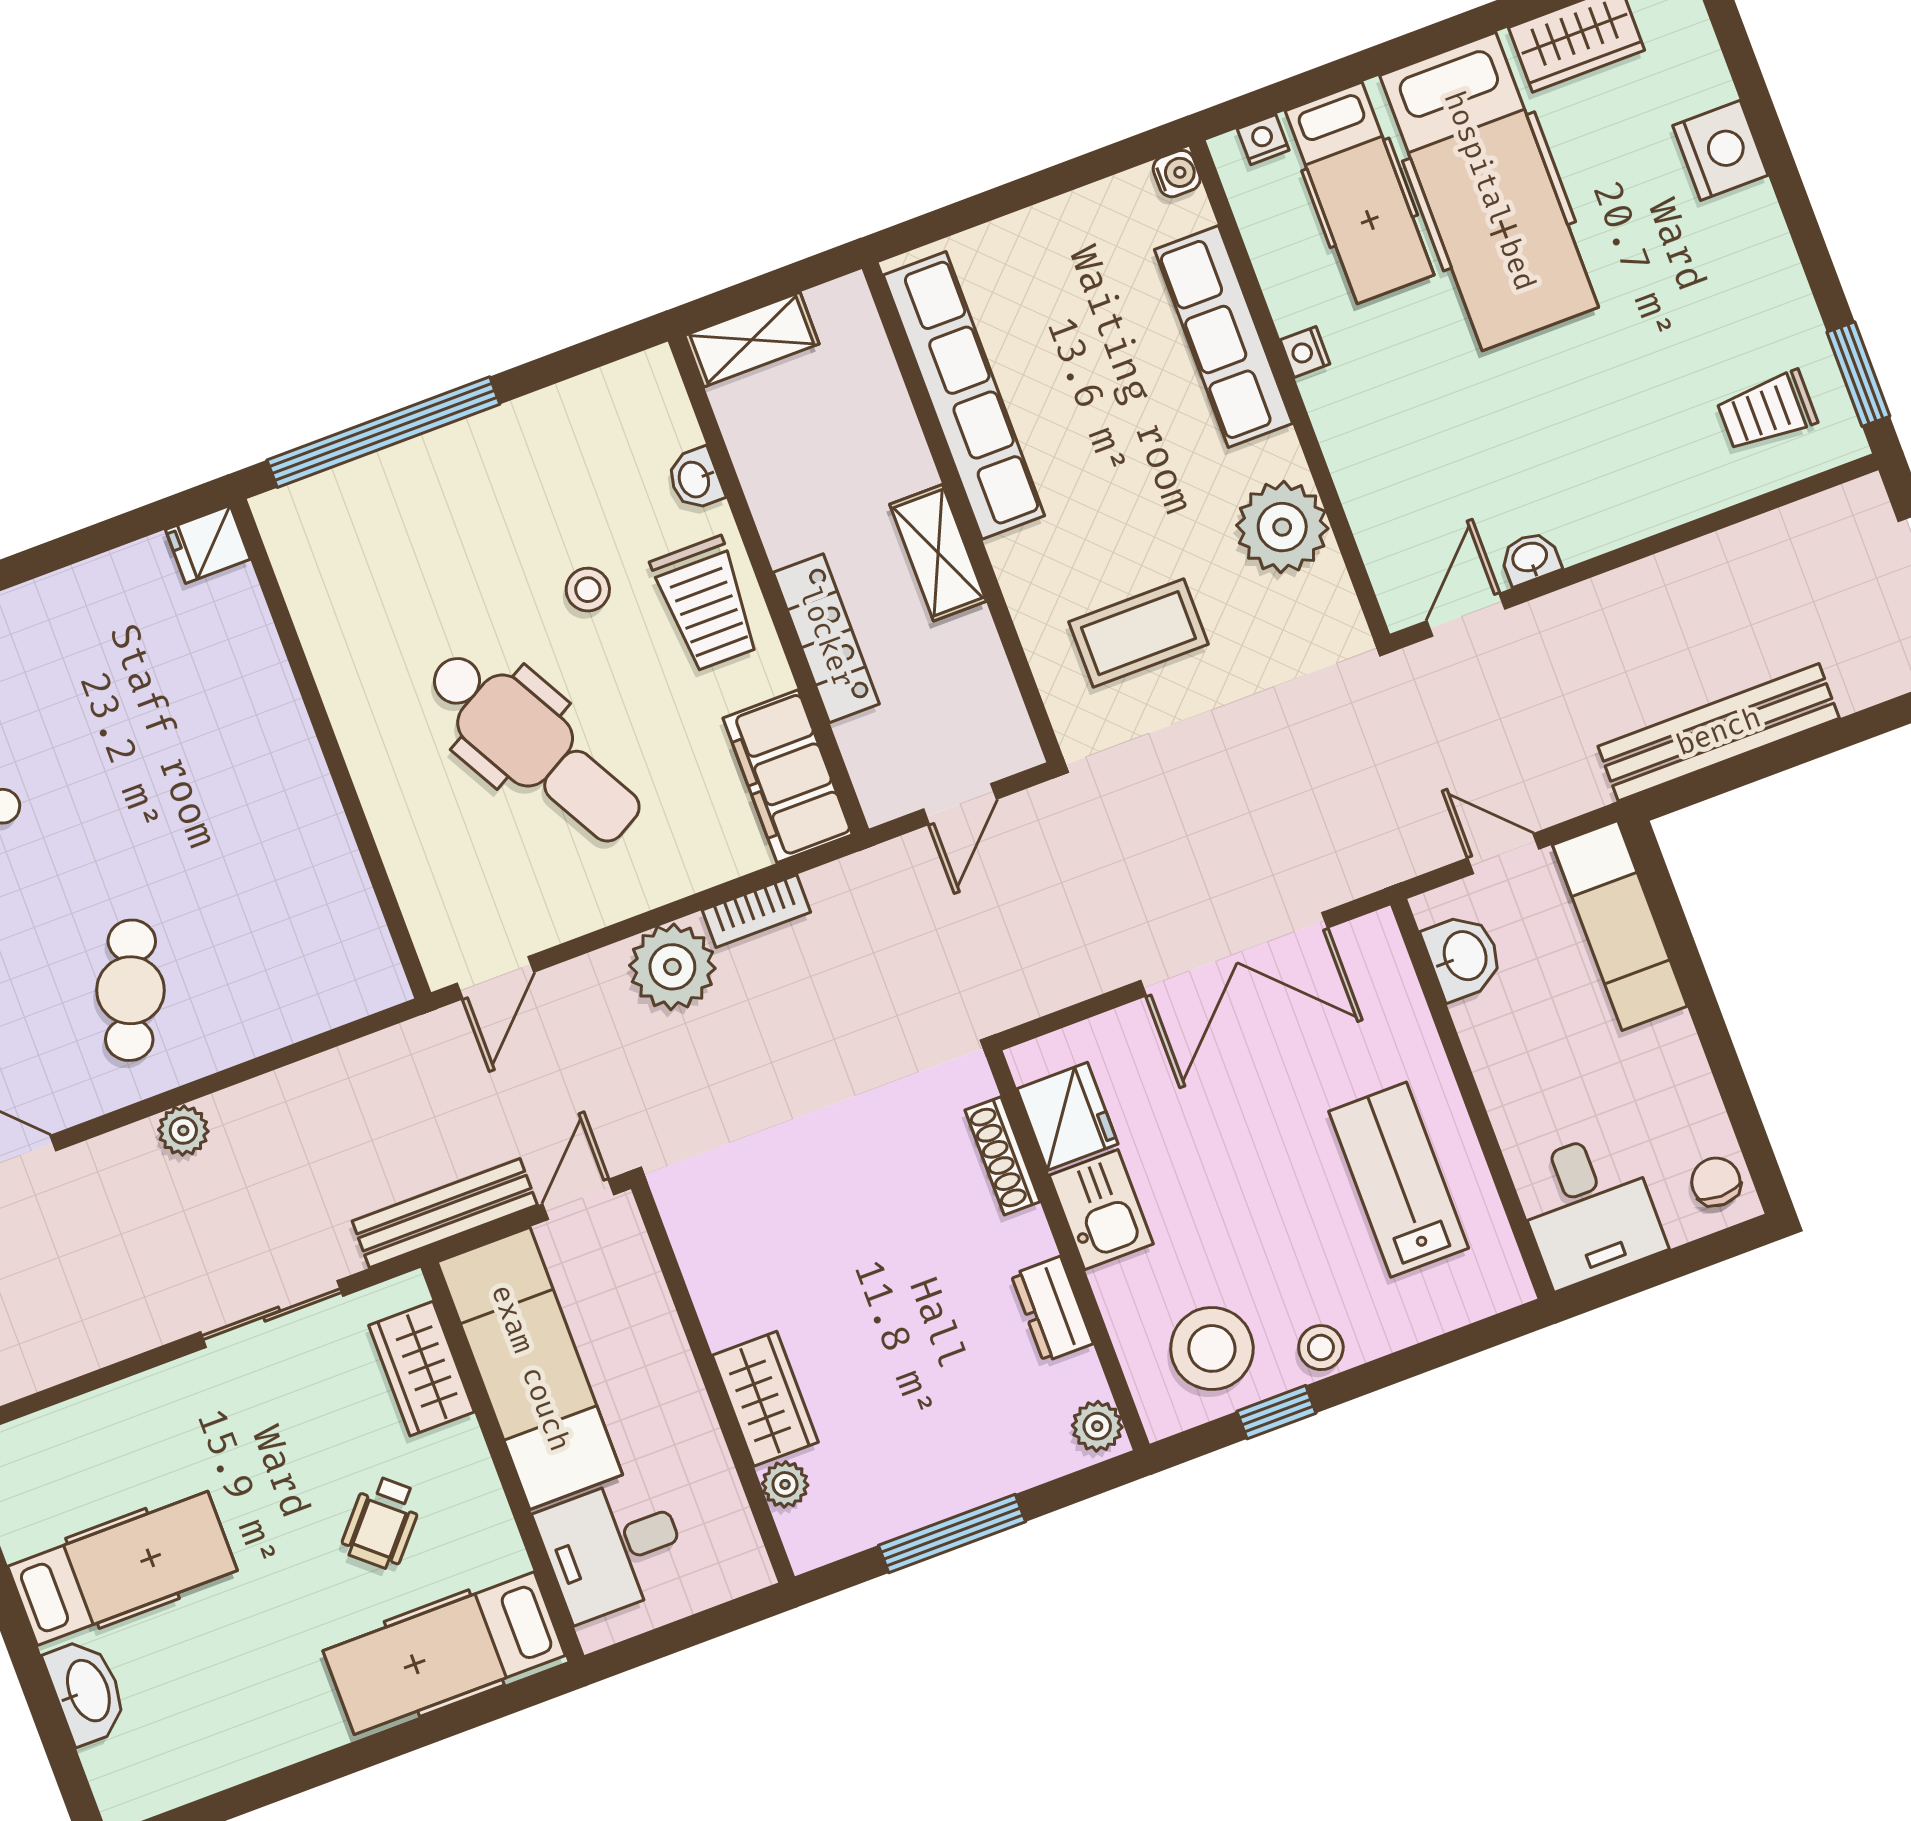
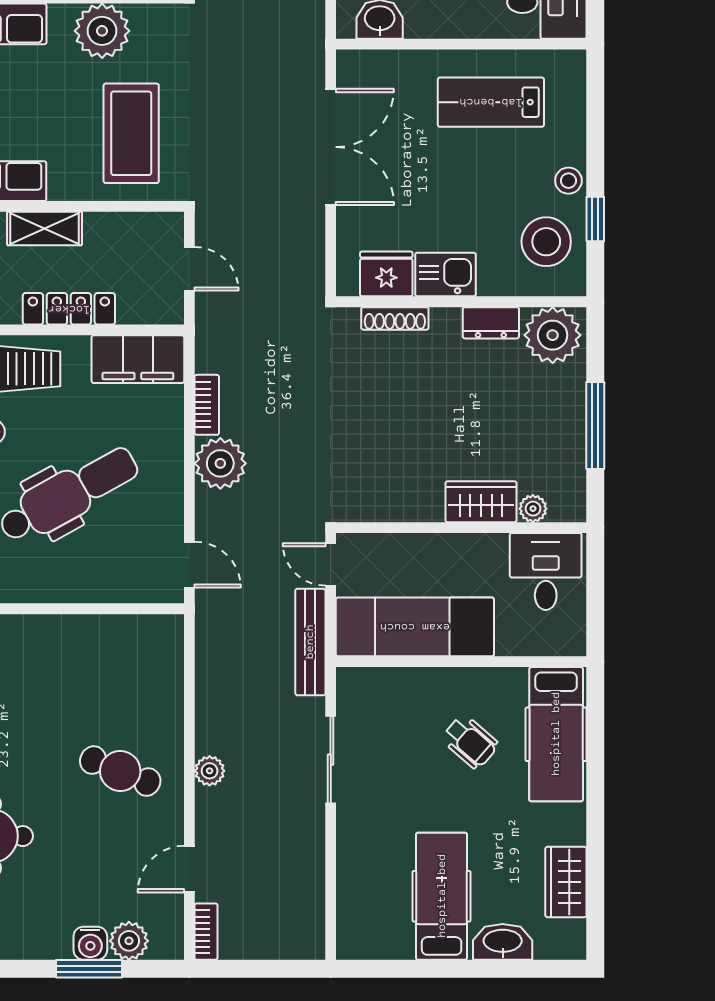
coffee table: (1138, 633) -> (131, 133), width x1.36, depth x1.32
wardrobe: (421, 1369) -> (566, 882), moved, turned 90
plant: (1097, 1426) -> (553, 335), width x1.88, depth x1.88
desk: (613, 1548) -> (546, 571), moved, turned 180

